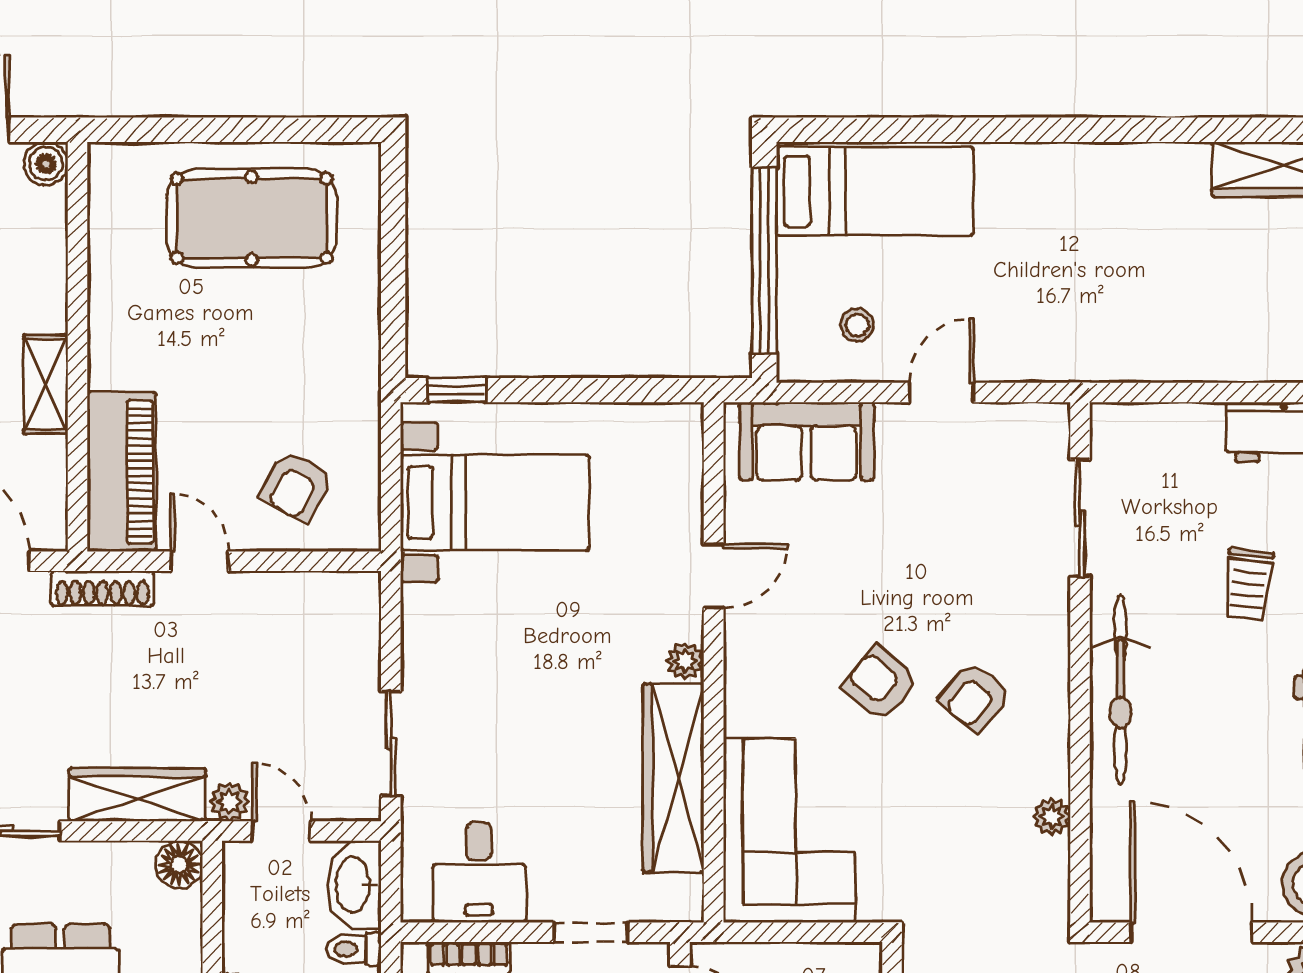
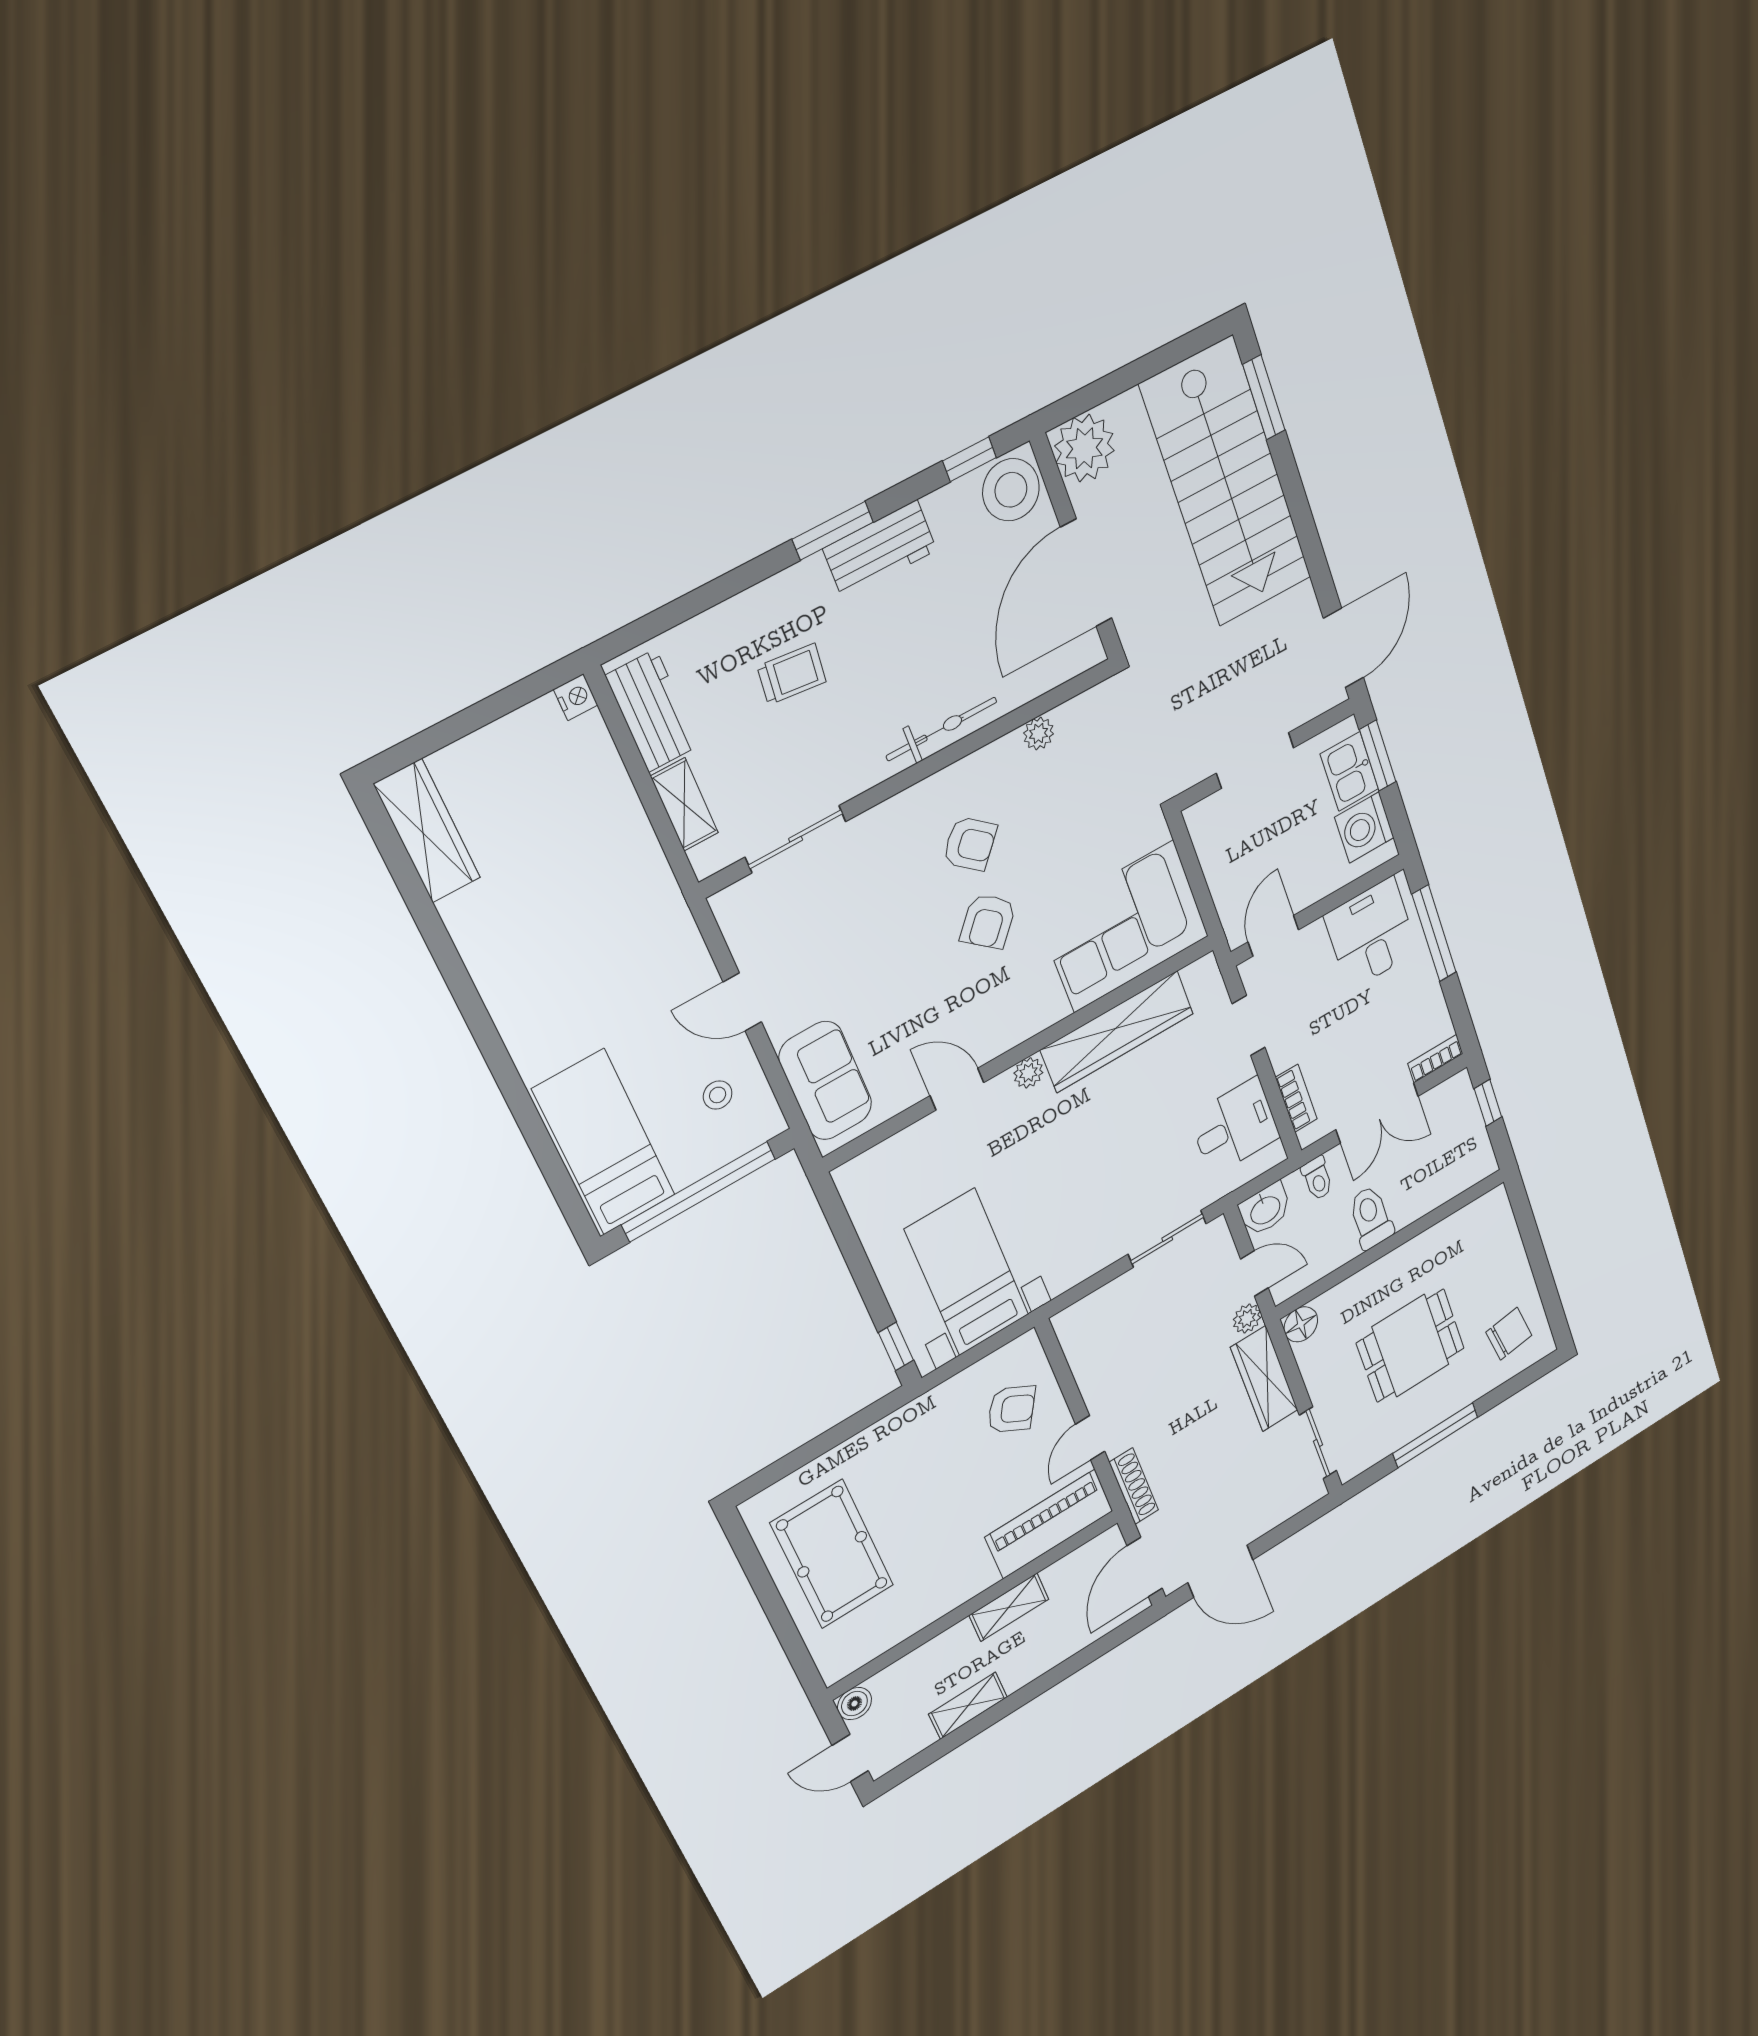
shelving: (1176, 423) -> (684, 804), added
bicycle: (1120, 690) -> (942, 729), width x0.73, depth x0.71
door: (281, 831) -> (1254, 1273), swing flipped
washbasin: (354, 885) -> (1265, 1209), width x0.72

